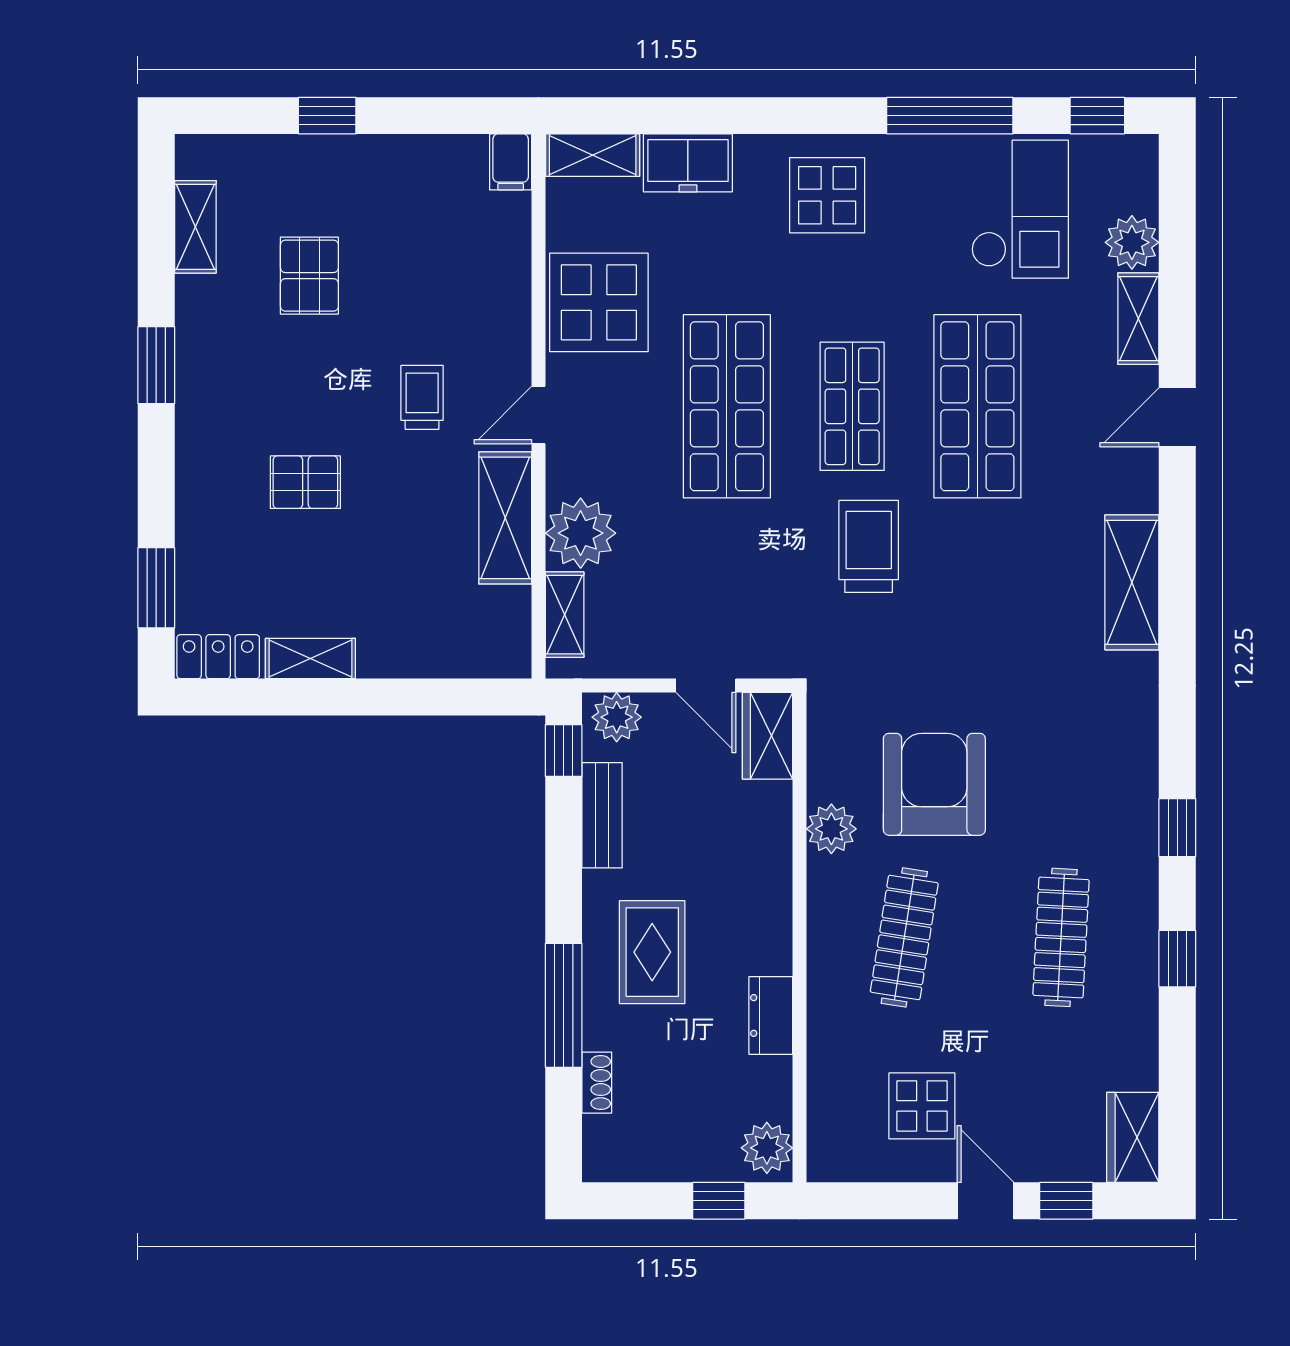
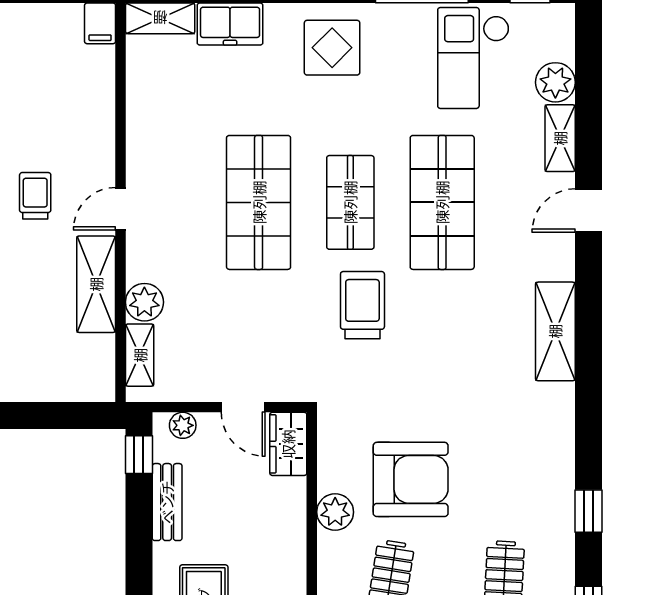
checkout: (1020, 209) -> (473, 58), turned 180
display table: (599, 302) -> (165, 126), removed
plant: (581, 533) -> (144, 302), width x0.73, depth x0.73
plant: (617, 717) -> (183, 425), width x0.73, depth x0.73
armchair: (934, 784) -> (411, 479), turned 90

